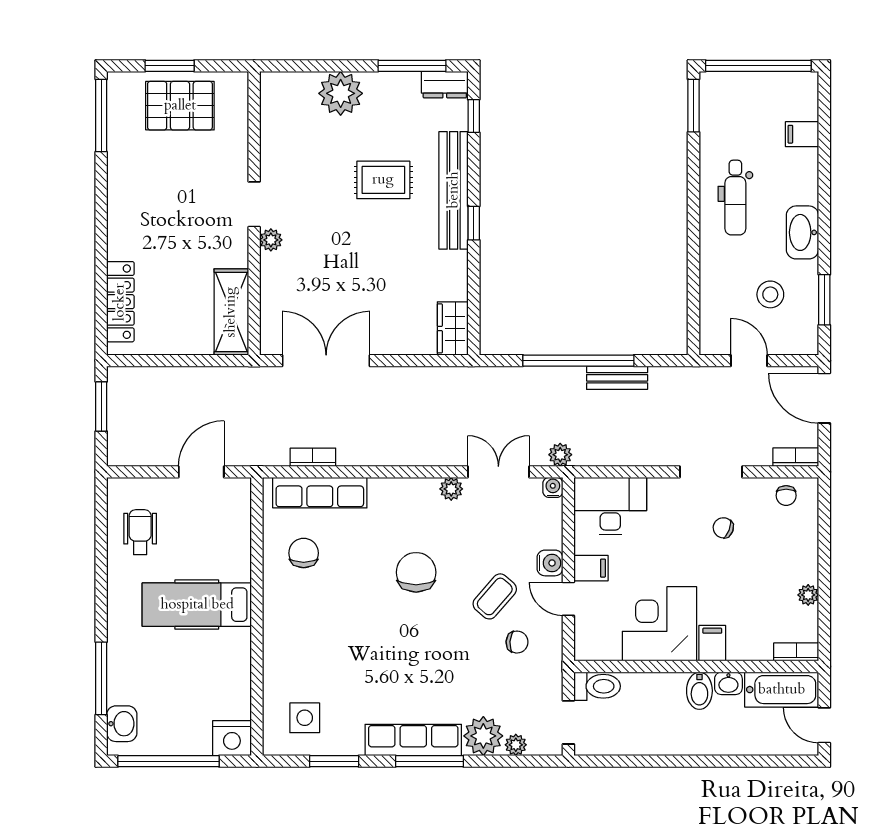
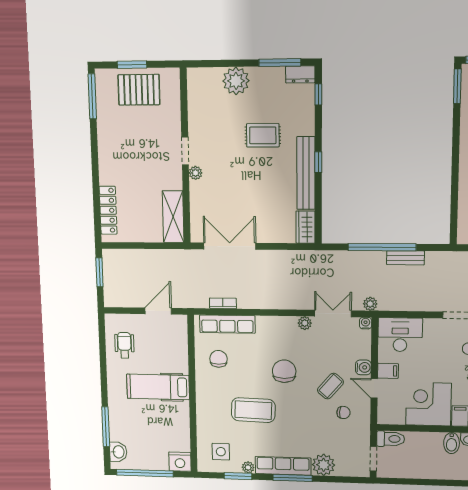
bench: (454, 190) -> (306, 173), moved
coffee table: (362, 642) -> (253, 410), added
plant: (516, 745) -> (248, 467), moved

